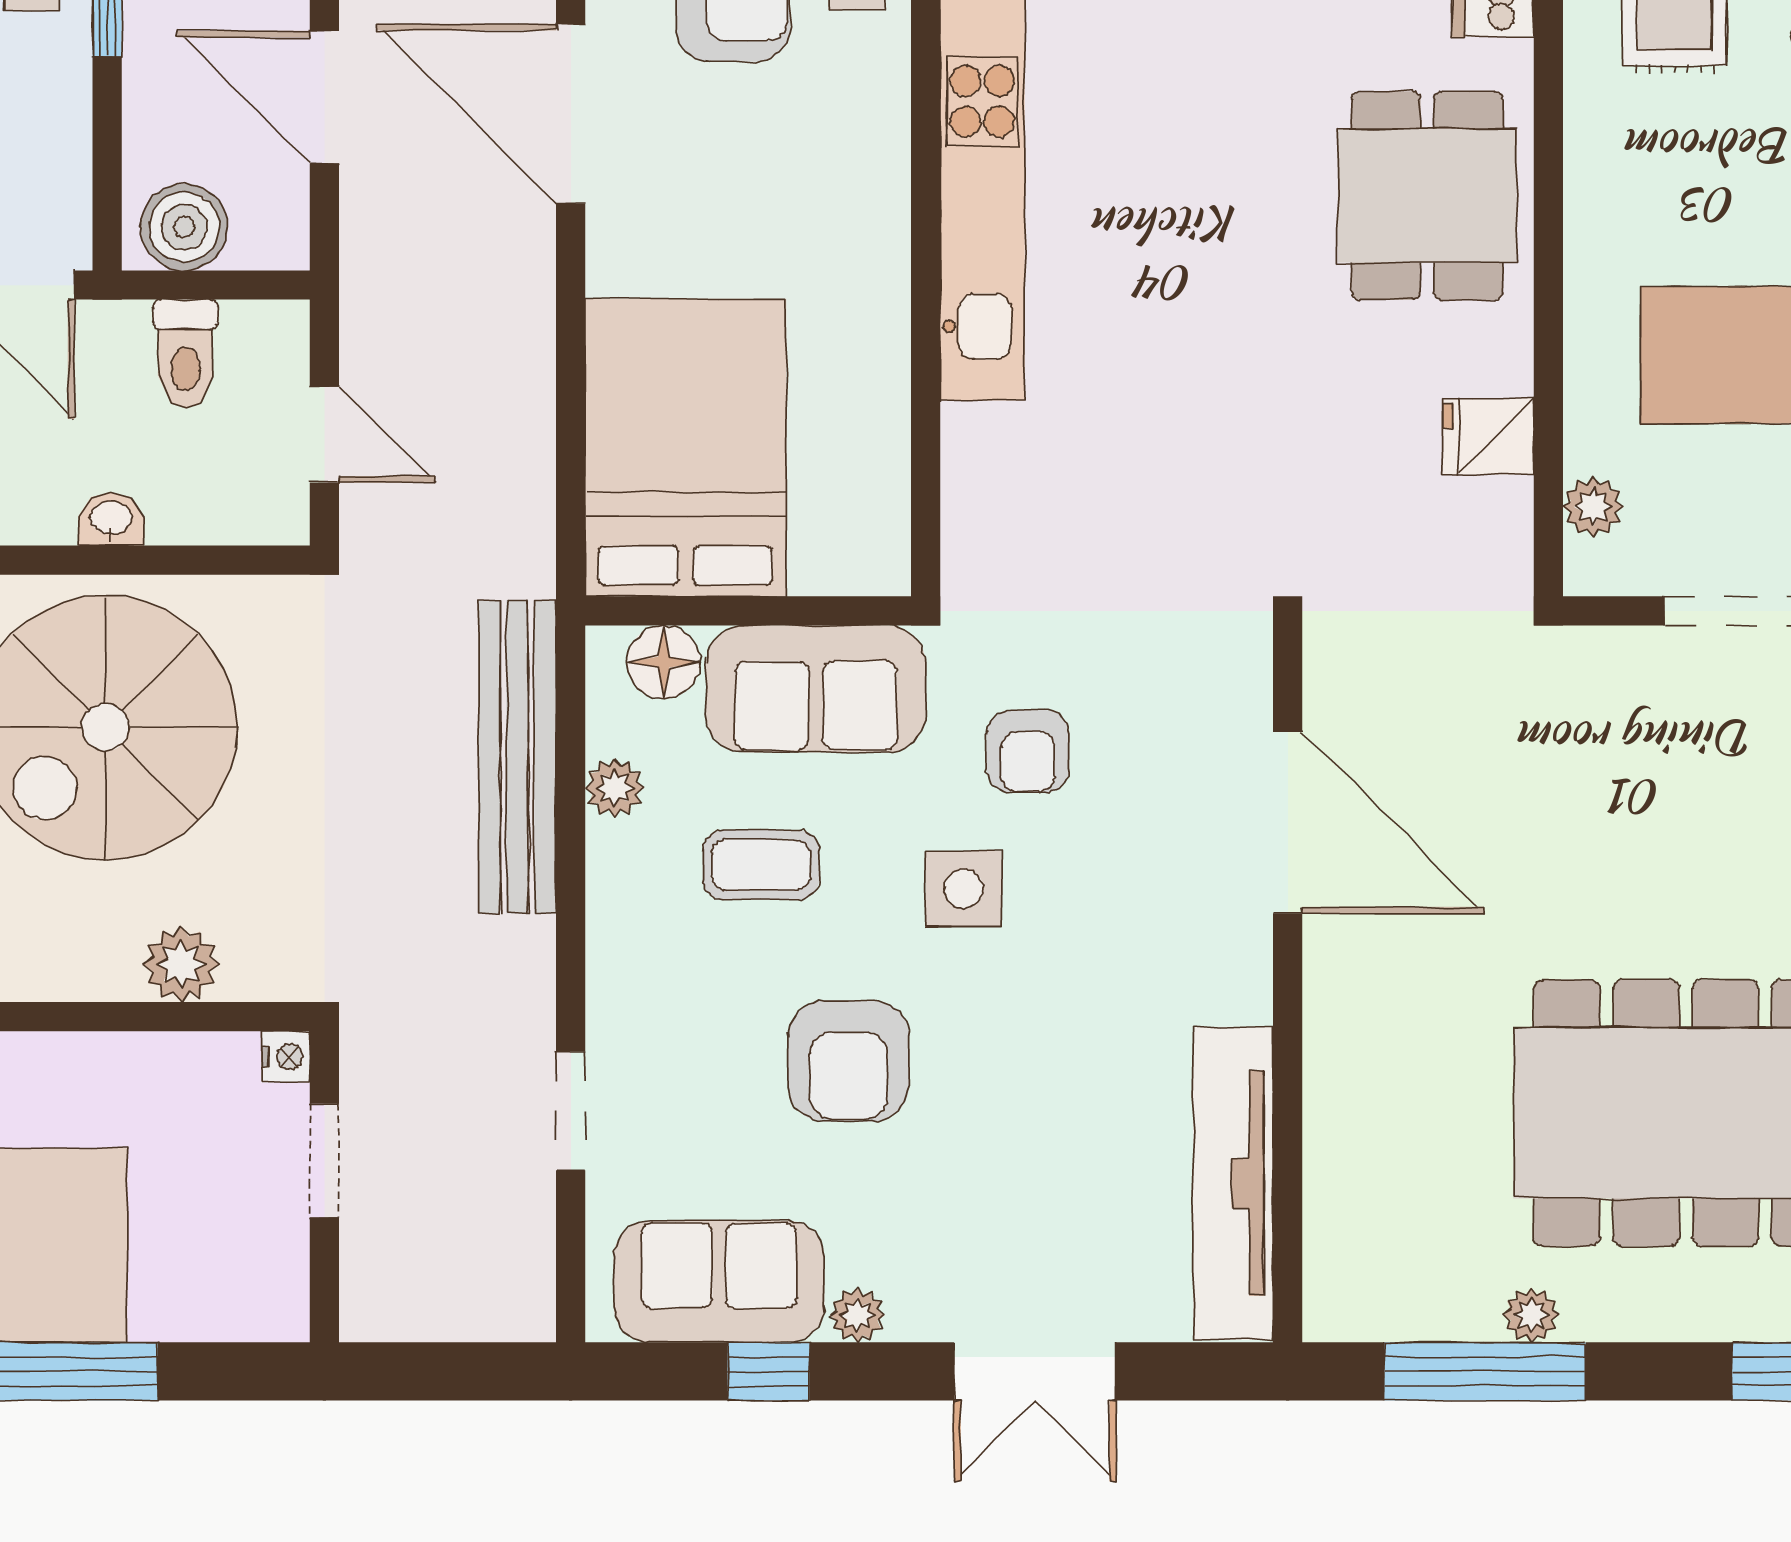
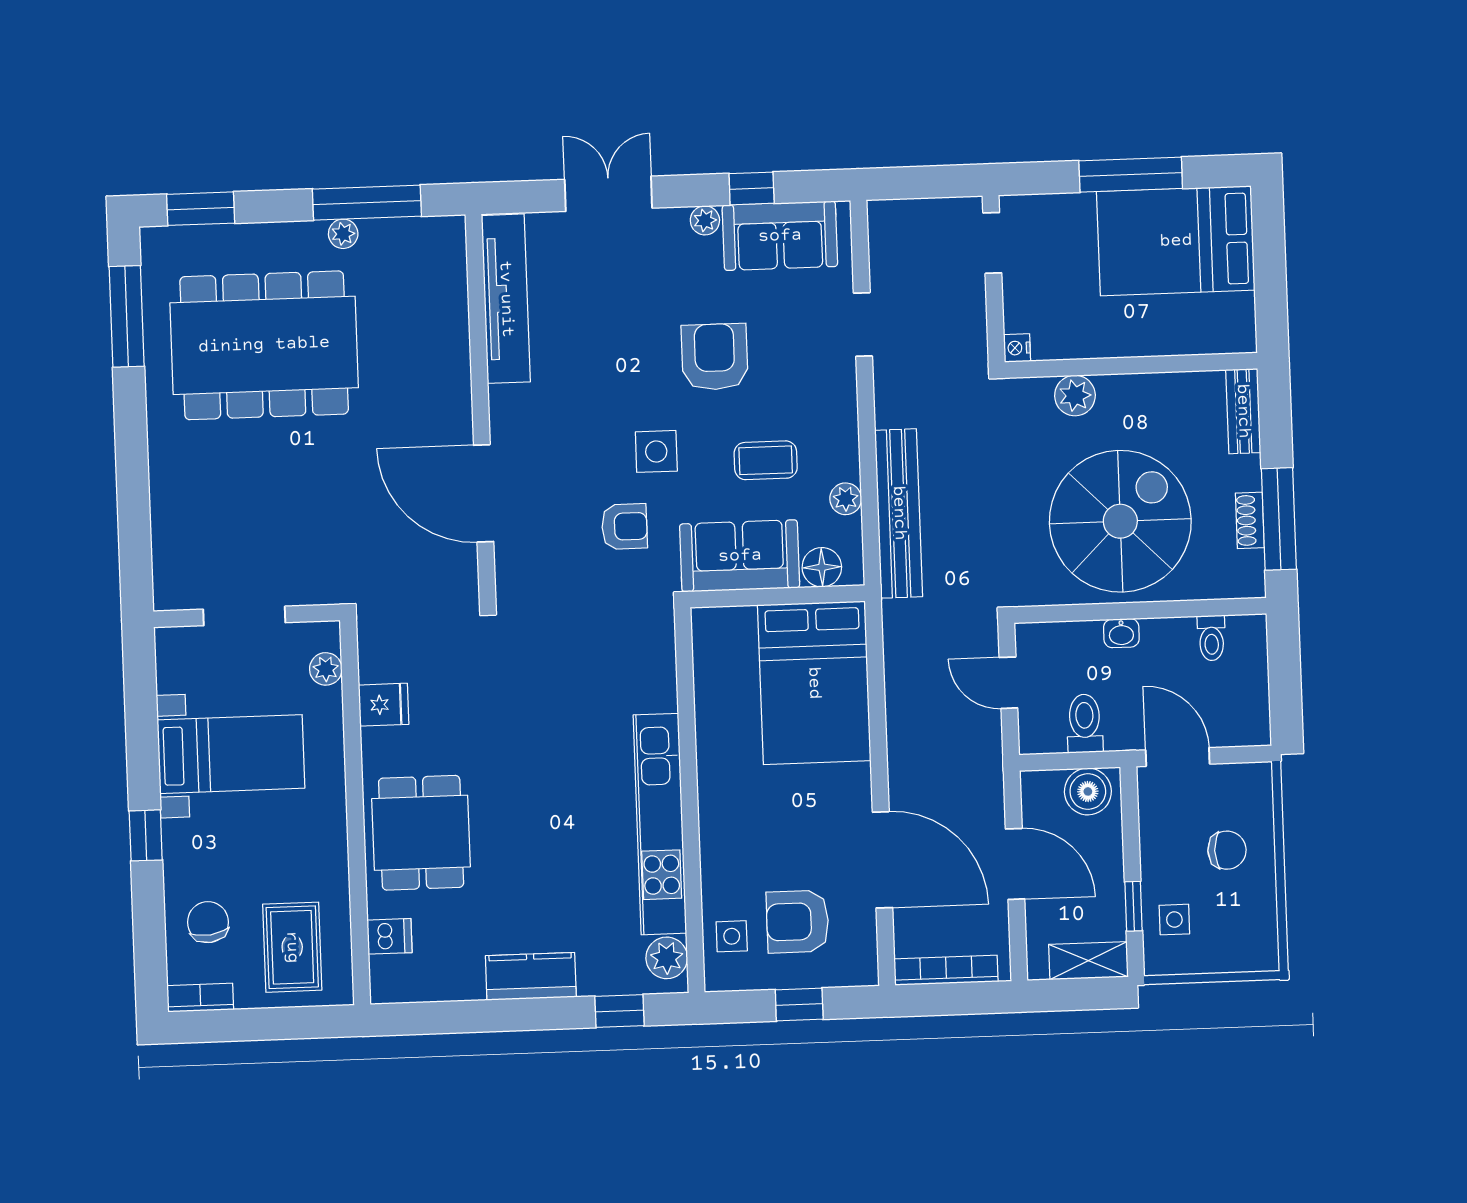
armchair: (1028, 751) -> (624, 526), turned 90
doorway: (324, 1161) -> (992, 243), moved

